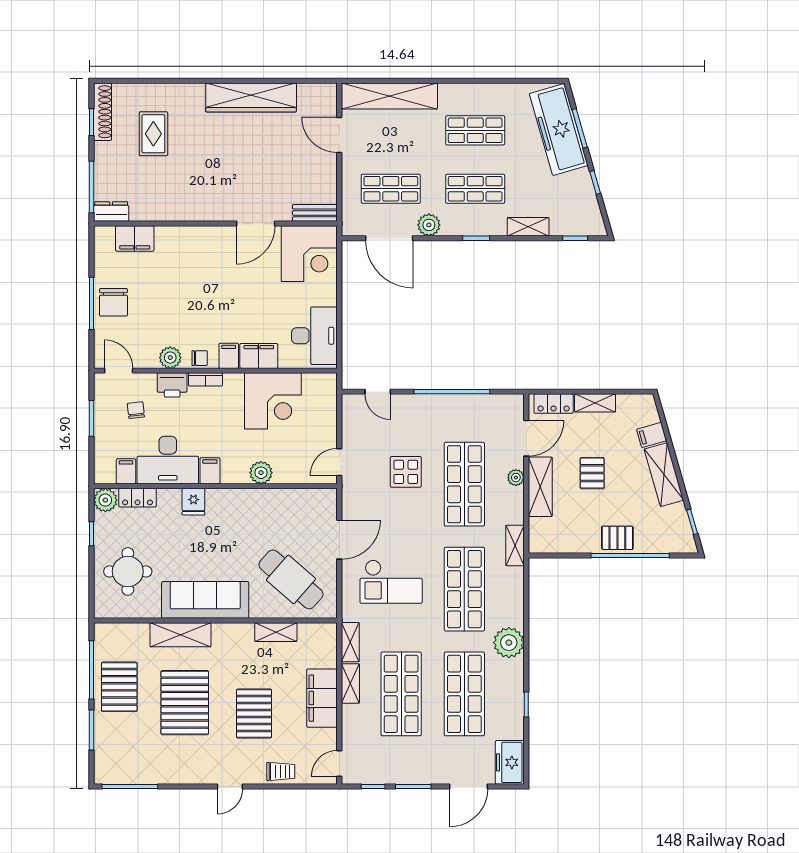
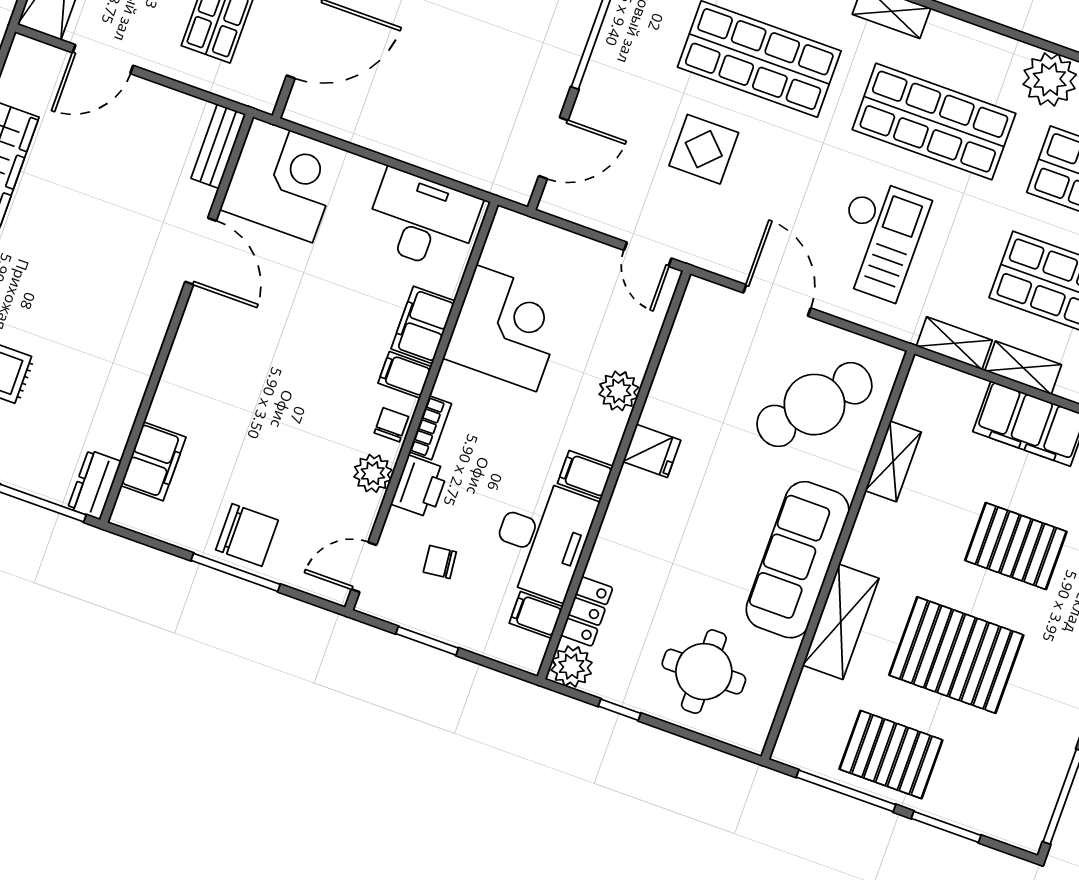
door: (378, 392) -> (553, 148), width x1.38
fridge: (193, 502) -> (652, 451), moved

